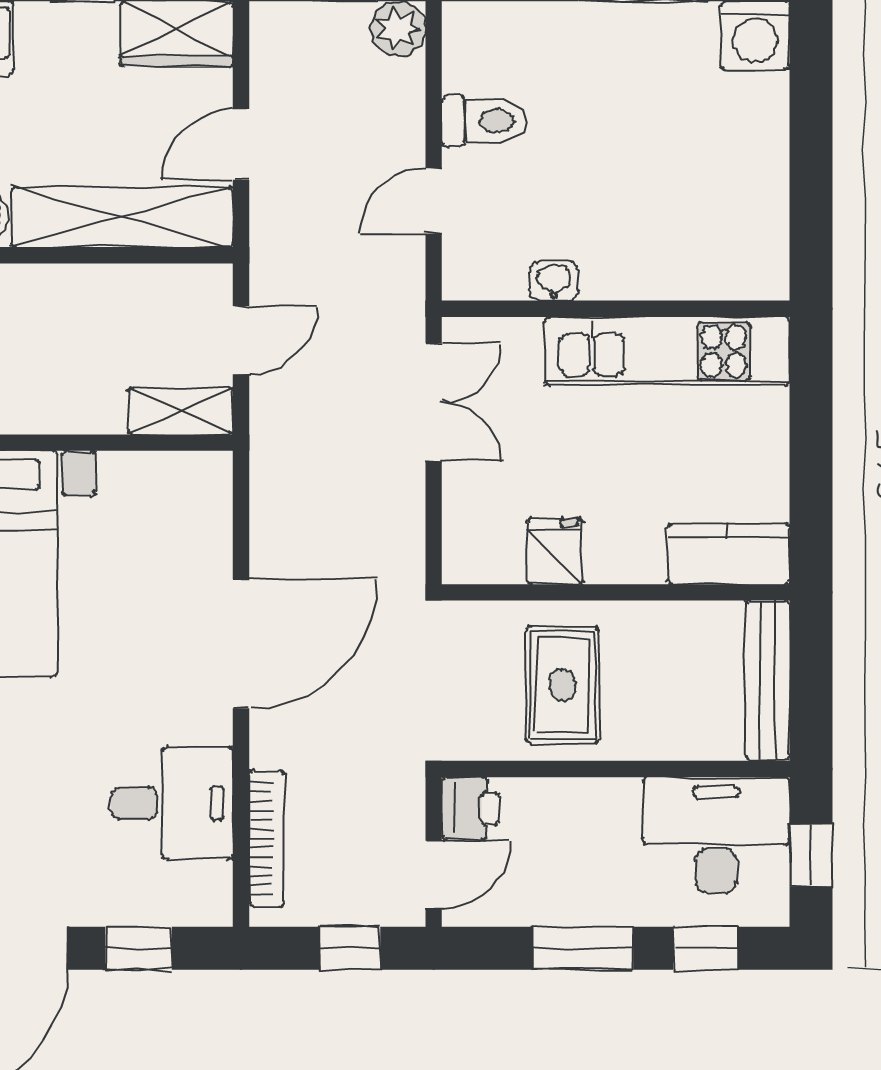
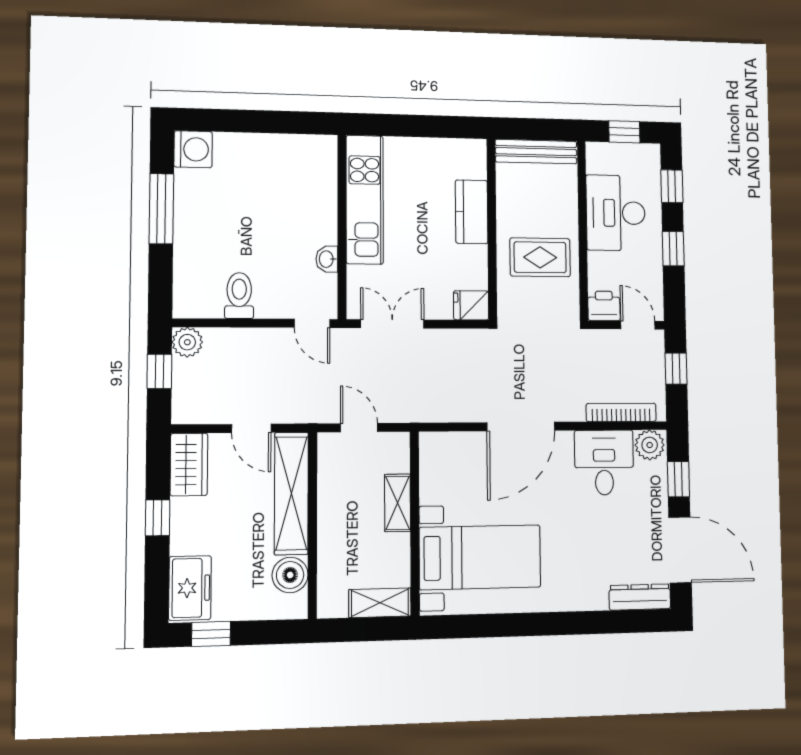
door: (434, 201) -> (312, 323), moved
shelving: (180, 411) -> (398, 503), moved
fridge: (555, 551) -> (471, 305), moved
kitchen counter: (729, 554) -> (472, 212), moved
door: (241, 644) -> (521, 426), swing flipped
desk: (716, 835) -> (616, 213), moved
plant: (204, 893) -> (650, 445), added
window: (583, 948) -> (673, 249), width x0.67

